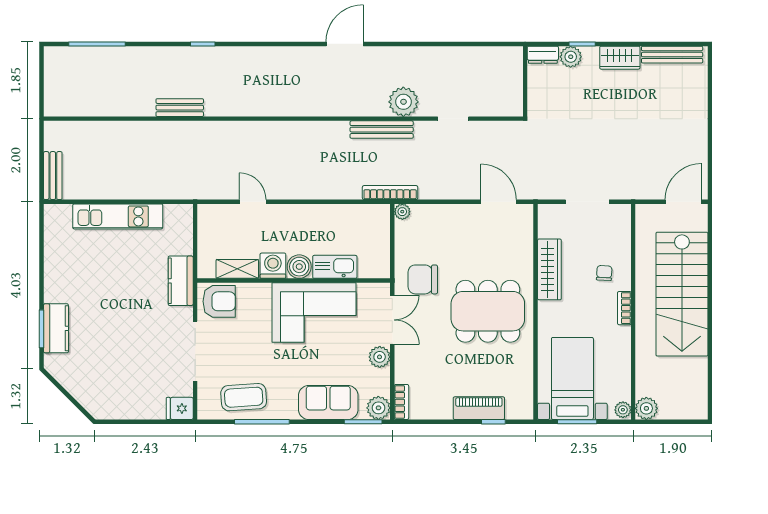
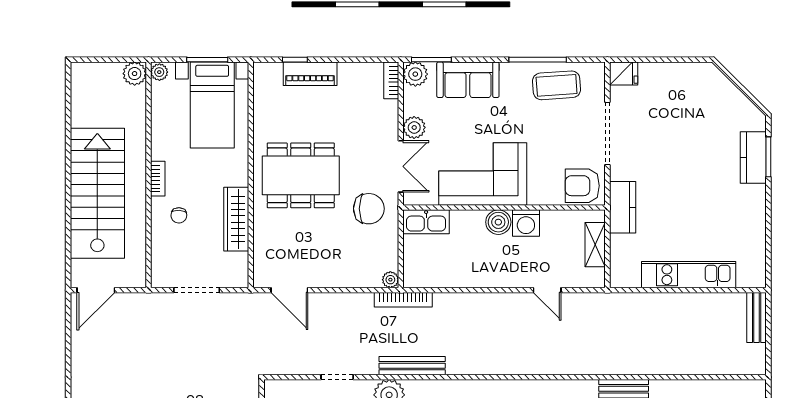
kitchen sink: (335, 267) -> (426, 222), moved
shelving: (237, 269) -> (595, 245), moved, turned 90
double door: (392, 320) -> (401, 166), swing flipped

